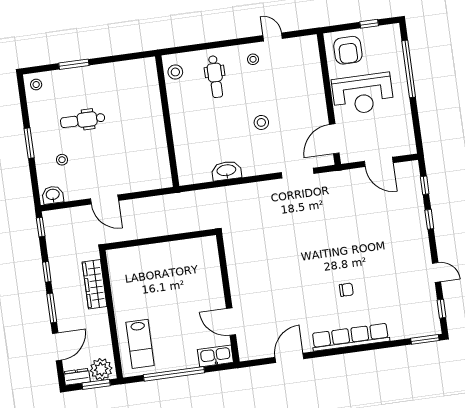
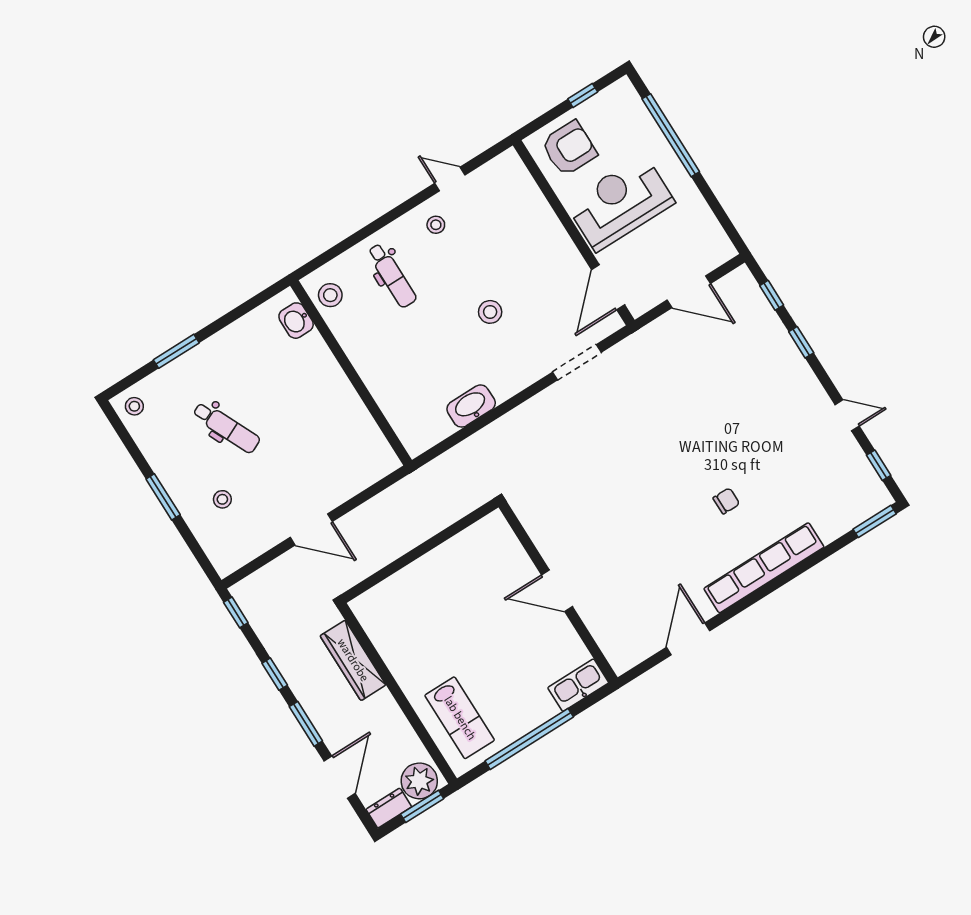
armchair: (348, 50) -> (569, 148), turned -90
reception desk: (363, 94) -> (620, 203), turned 180
dental chair: (83, 120) -> (226, 427), turned -115
washbasin: (53, 195) -> (296, 321), moved, turned -90
door: (231, 322) -> (557, 591), moved

